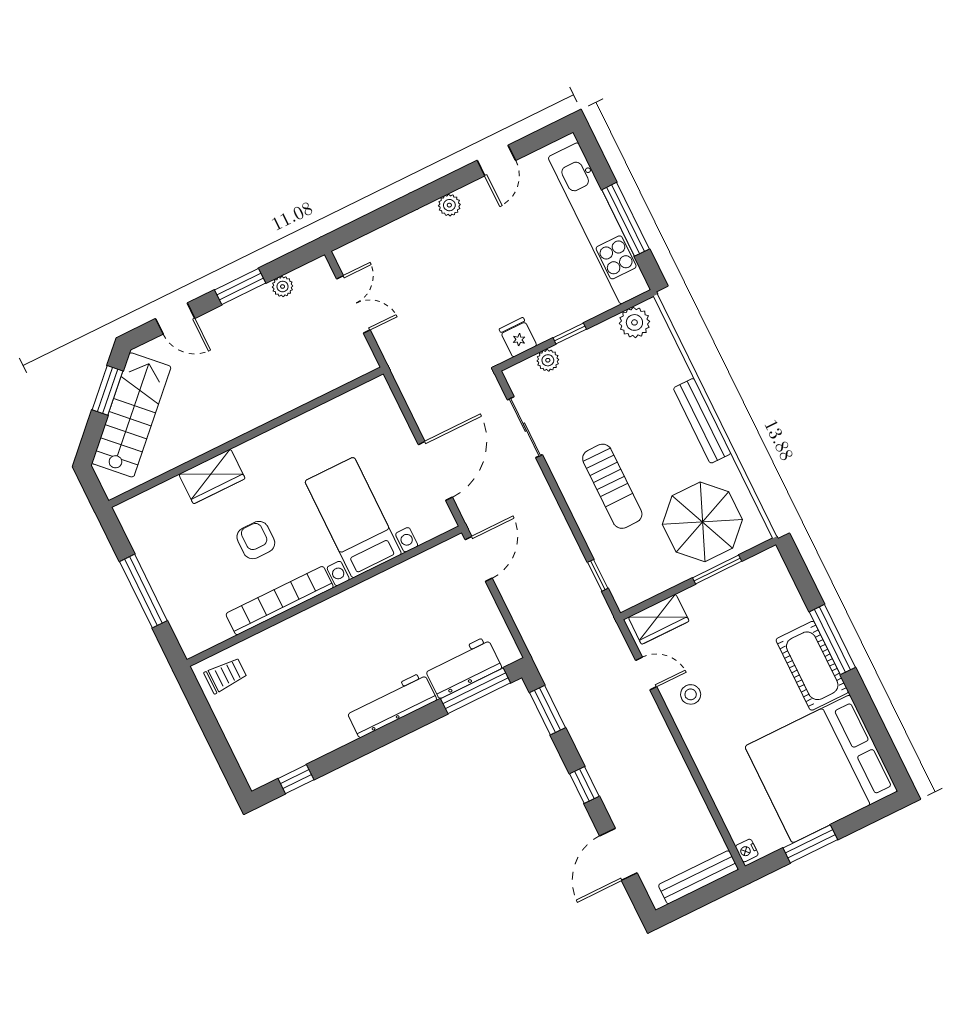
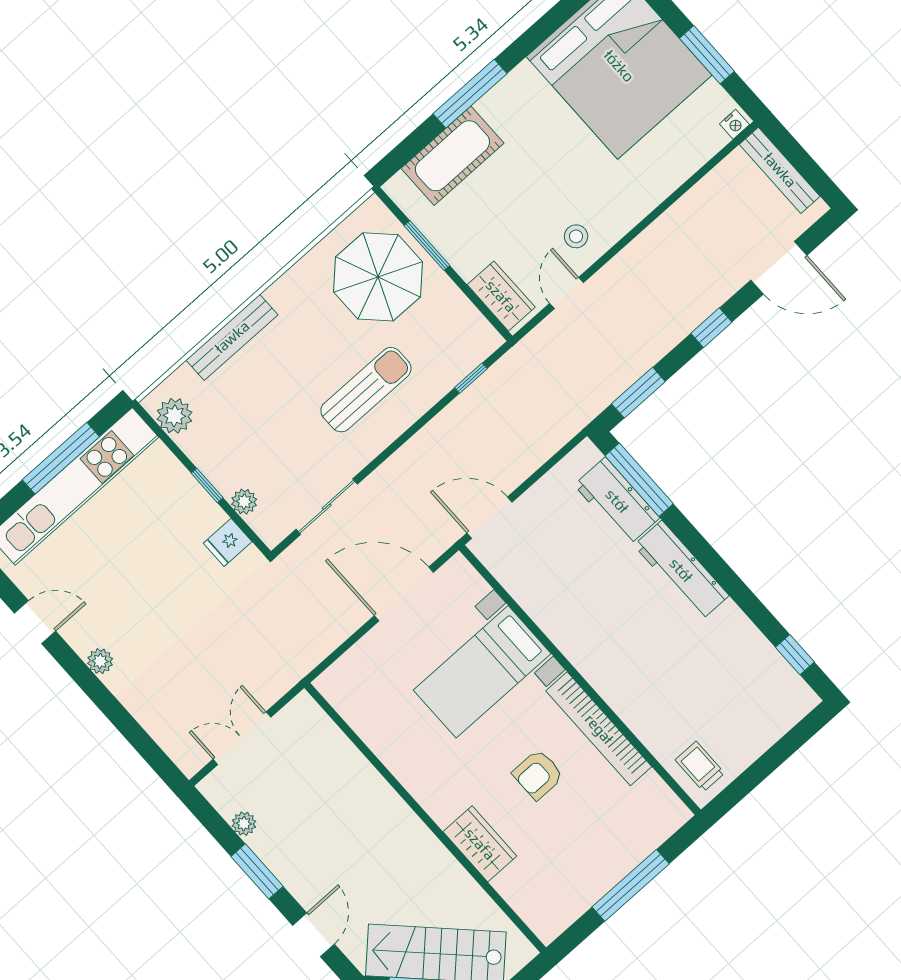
bench: (702, 421) -> (232, 337), moved
cot: (812, 666) -> (452, 156), moved

